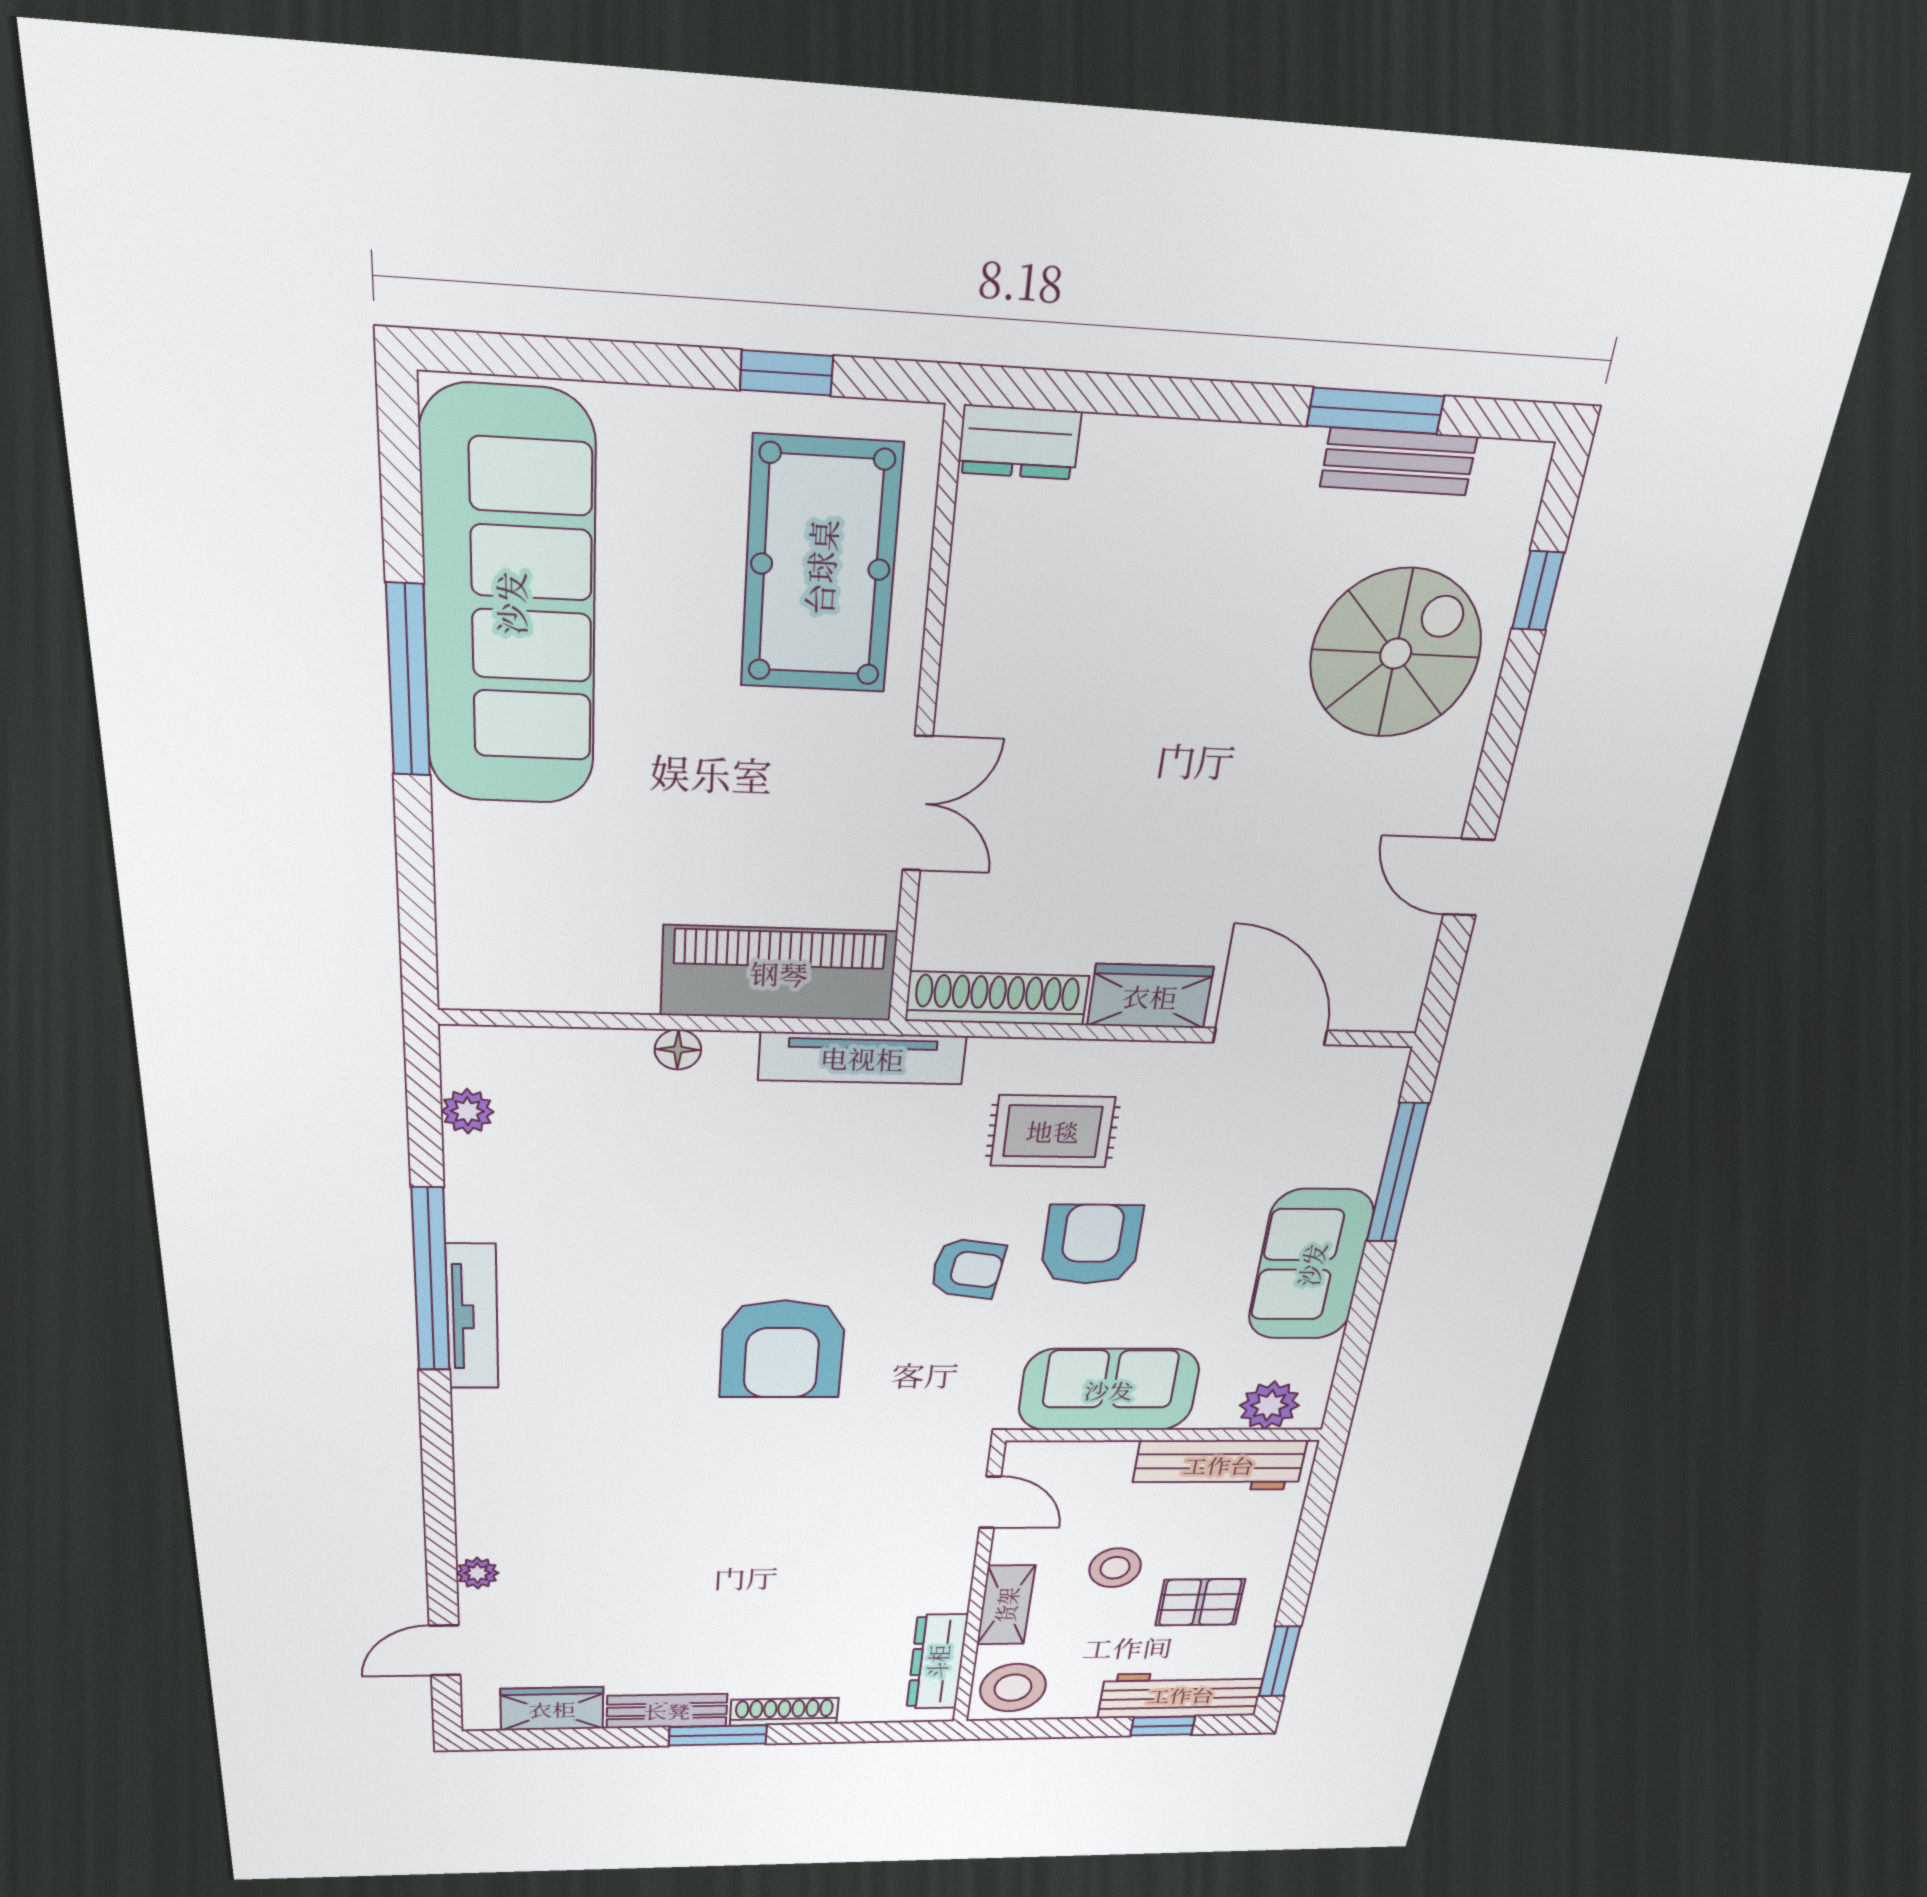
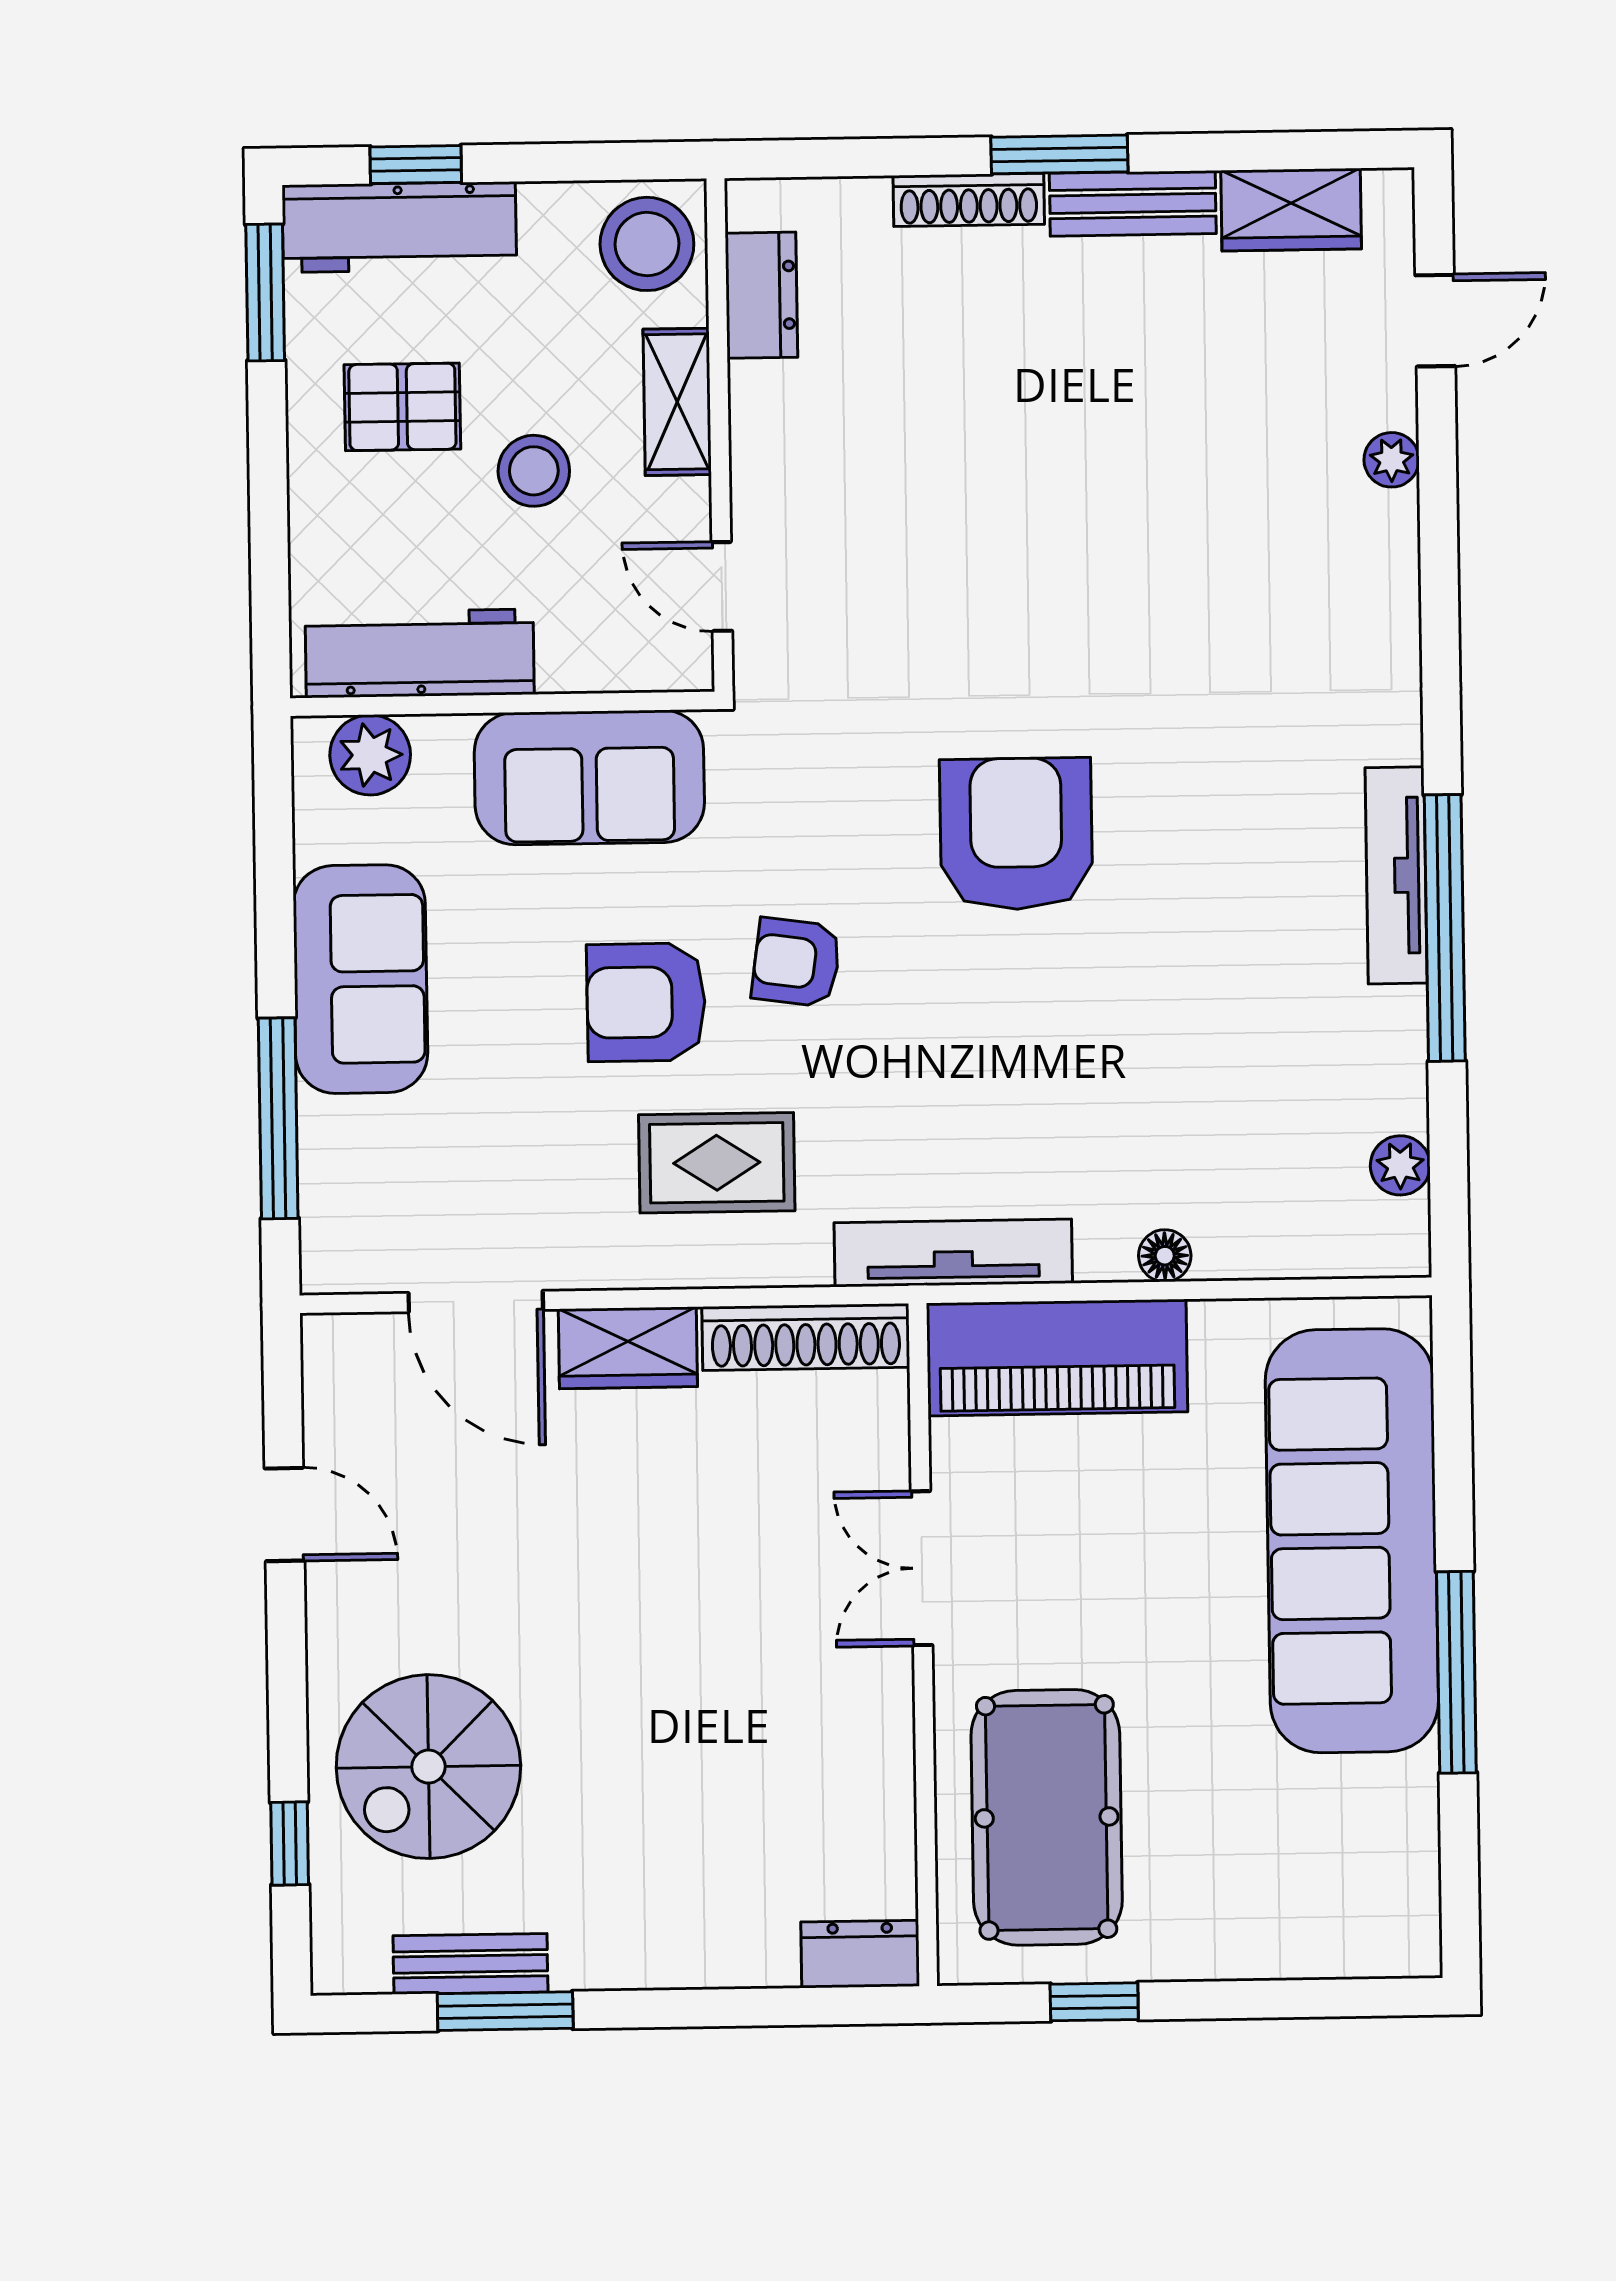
sofa: (510, 603) -> (1352, 1541), moved
armchair: (1091, 1244) -> (646, 1002), turned 90
dresser: (937, 1662) -> (761, 295), width x0.70

